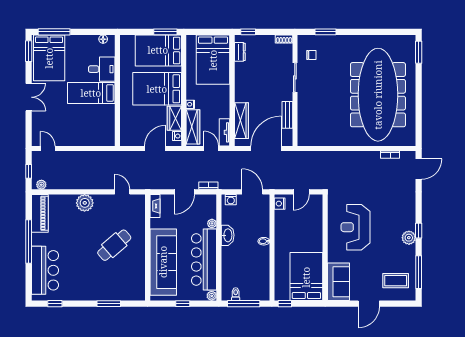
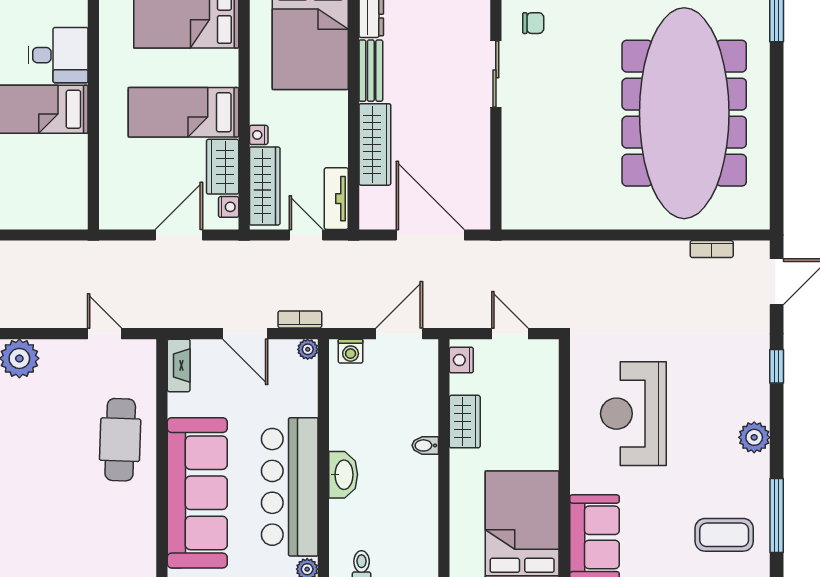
bed: (157, 89) -> (183, 112), width x0.67
bench: (287, 115) -> (371, 71), moved
wardrobe: (242, 121) -> (375, 144), moved
door: (266, 148) -> (430, 235), hinge flipped
door: (184, 192) -> (245, 334), hinge flipped
door: (252, 192) -> (399, 334), hinge flipped
door: (301, 192) -> (510, 334), swing flipped
plant: (212, 223) -> (308, 349), moved
wardrobe: (281, 231) -> (465, 422), added
window: (419, 231) -> (777, 366), moved
washbasin: (228, 235) -> (343, 475), moved
cafe table: (114, 245) -> (120, 440), moved, turned -47

